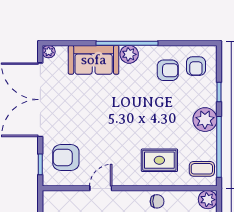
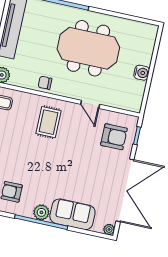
rug: (159, 160) -> (48, 122), moved, turned 90
door: (101, 188) -> (90, 104), hinge flipped

